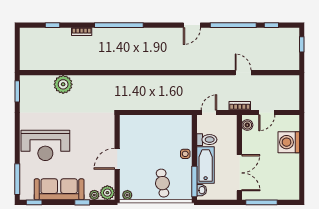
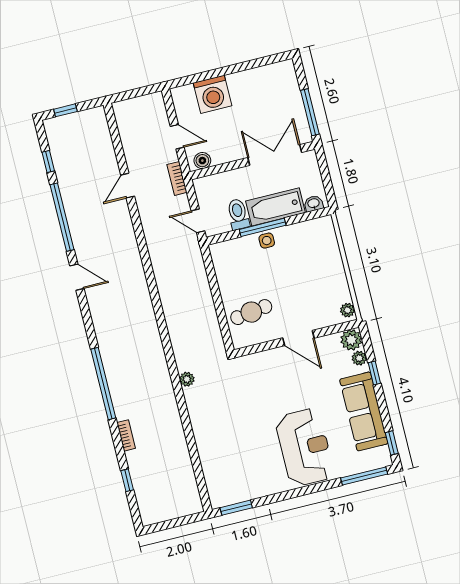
plant: (63, 84) -> (187, 379), moved, width x0.53, depth x0.53
window: (194, 182) -> (263, 227), moved
cafe table: (162, 183) -> (251, 312), moved

